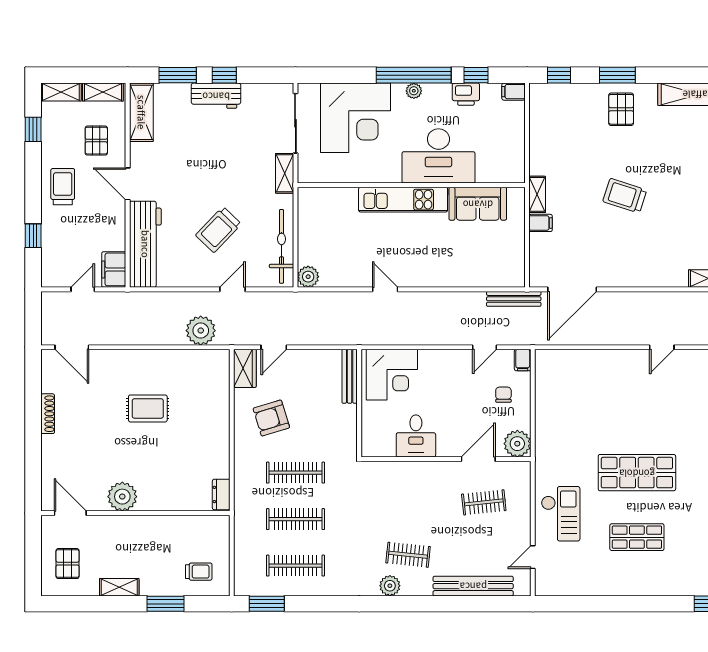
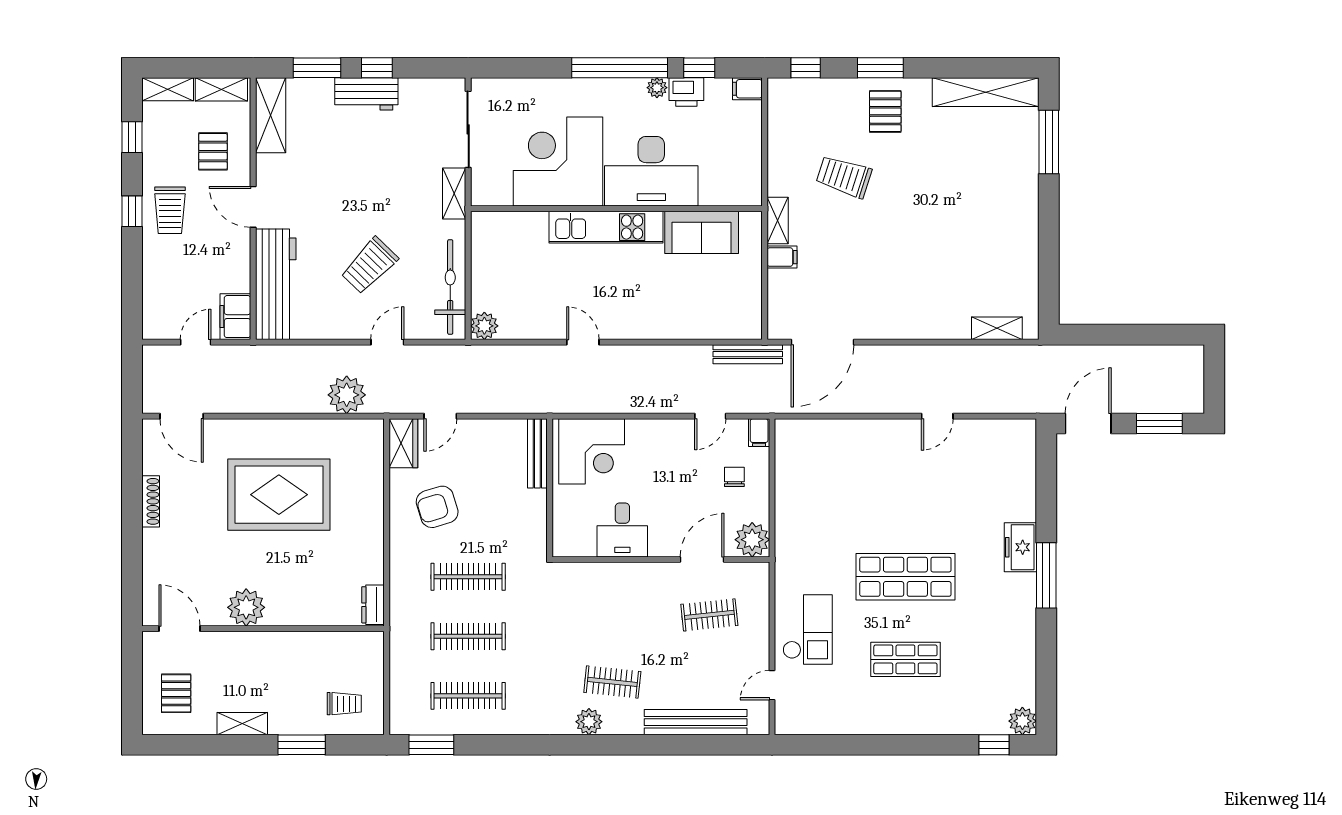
plant: (414, 91) -> (657, 88), moved
corner desk: (356, 118) -> (558, 161), moved, turned 180
trolley: (63, 187) -> (170, 210), turned 180
trolley: (625, 196) -> (844, 177), moved
window: (33, 236) -> (132, 211), moved
rug: (148, 408) -> (279, 495), width x1.86, depth x2.06

